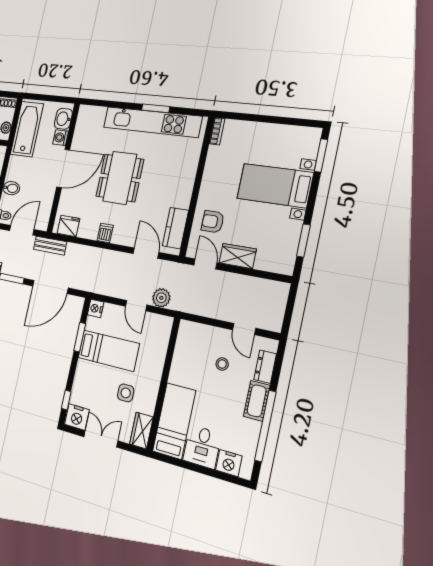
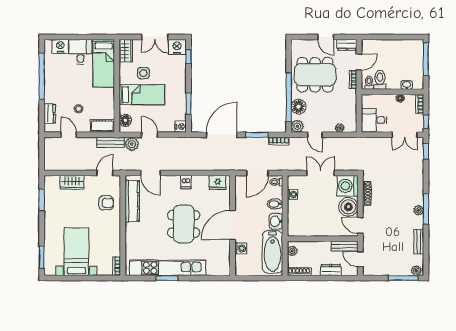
washbasin: (63, 119) -> (276, 221), moved, turned 180
bed with nightstands: (275, 186) -> (76, 252), moved, turned -90
kitchen counter: (175, 228) -> (132, 201), width x1.50
bench: (50, 246) -> (110, 142), moved
wardrobe: (238, 256) -> (72, 182), moved
door: (205, 264) -> (105, 173), swing flipped
floor lamp: (163, 333) -> (125, 120), added
bed: (108, 351) -> (142, 95), moved, turned 180
cot: (257, 401) -> (102, 126), moved, turned 90

